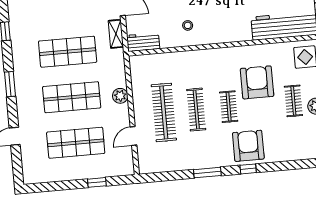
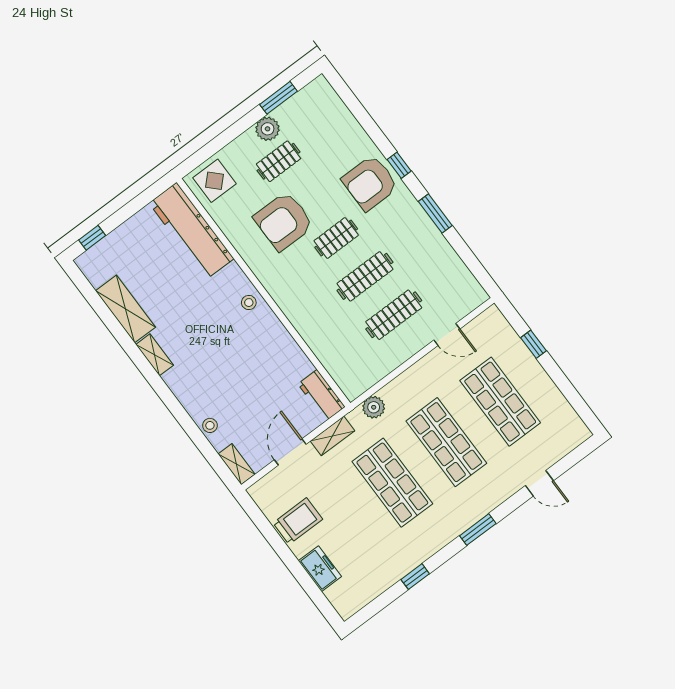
stool: (188, 25) -> (249, 303), moved
plant: (120, 96) -> (374, 407), moved
clothes rail: (164, 112) -> (394, 315), width x0.73, depth x0.76

